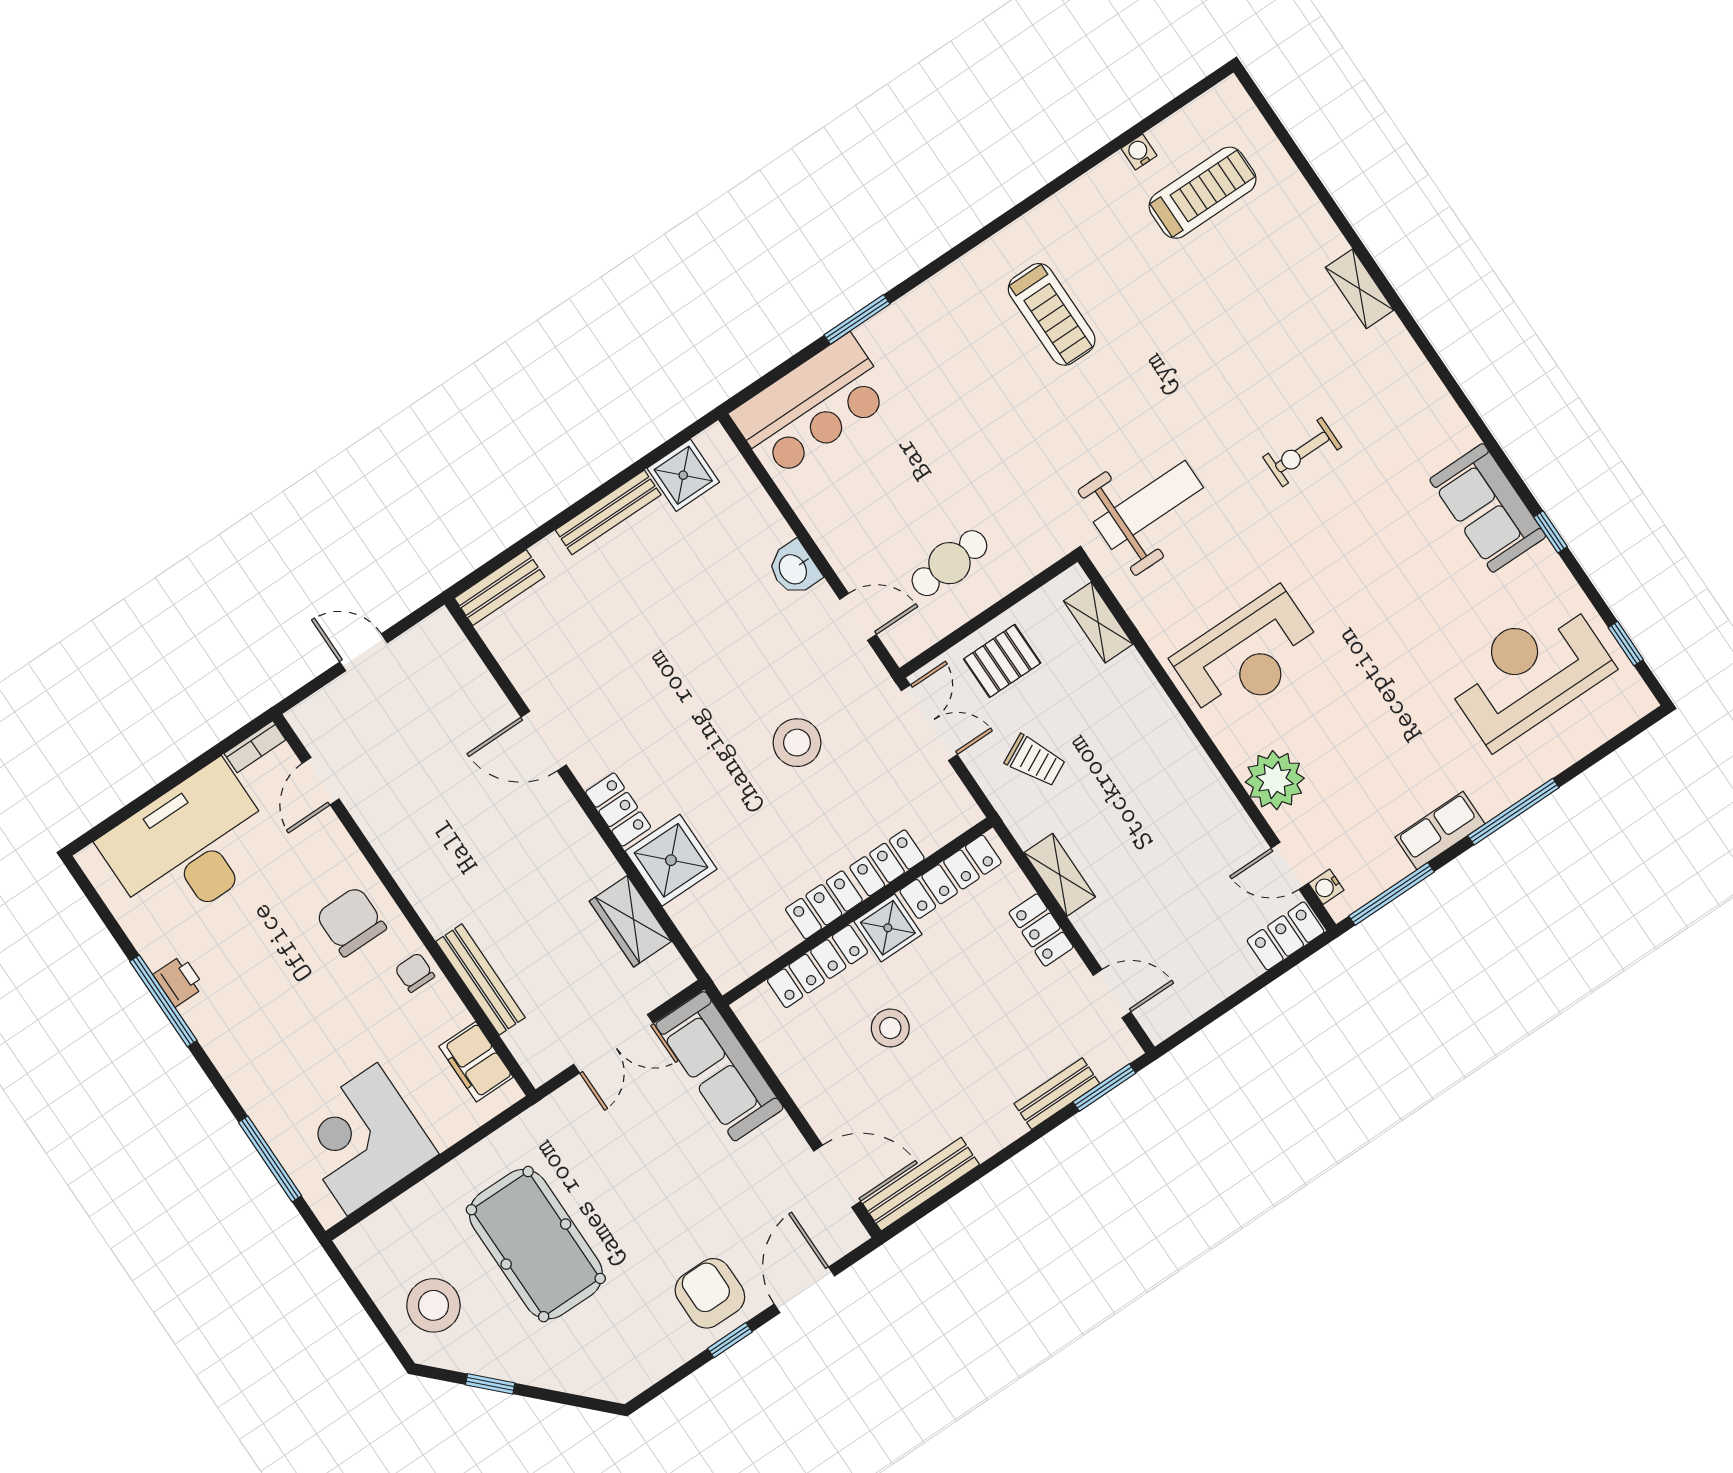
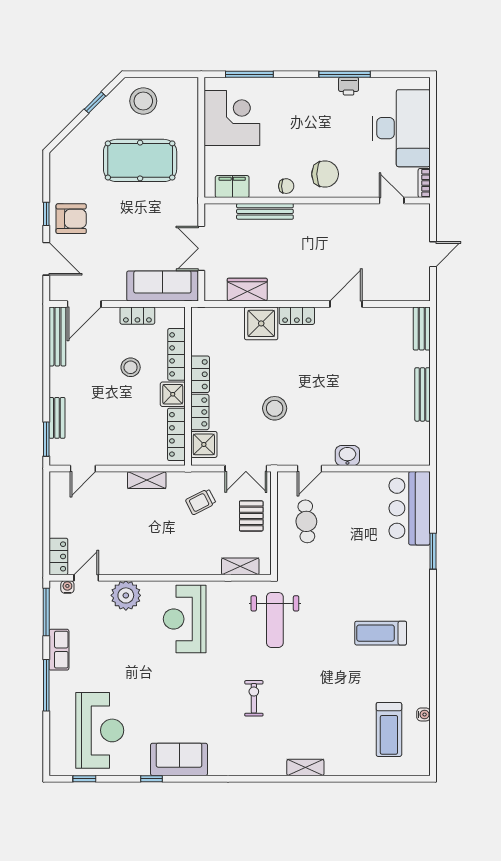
shower: (683, 475) -> (204, 444), moved
locker: (1041, 930) -> (137, 316), moved, turned 180

